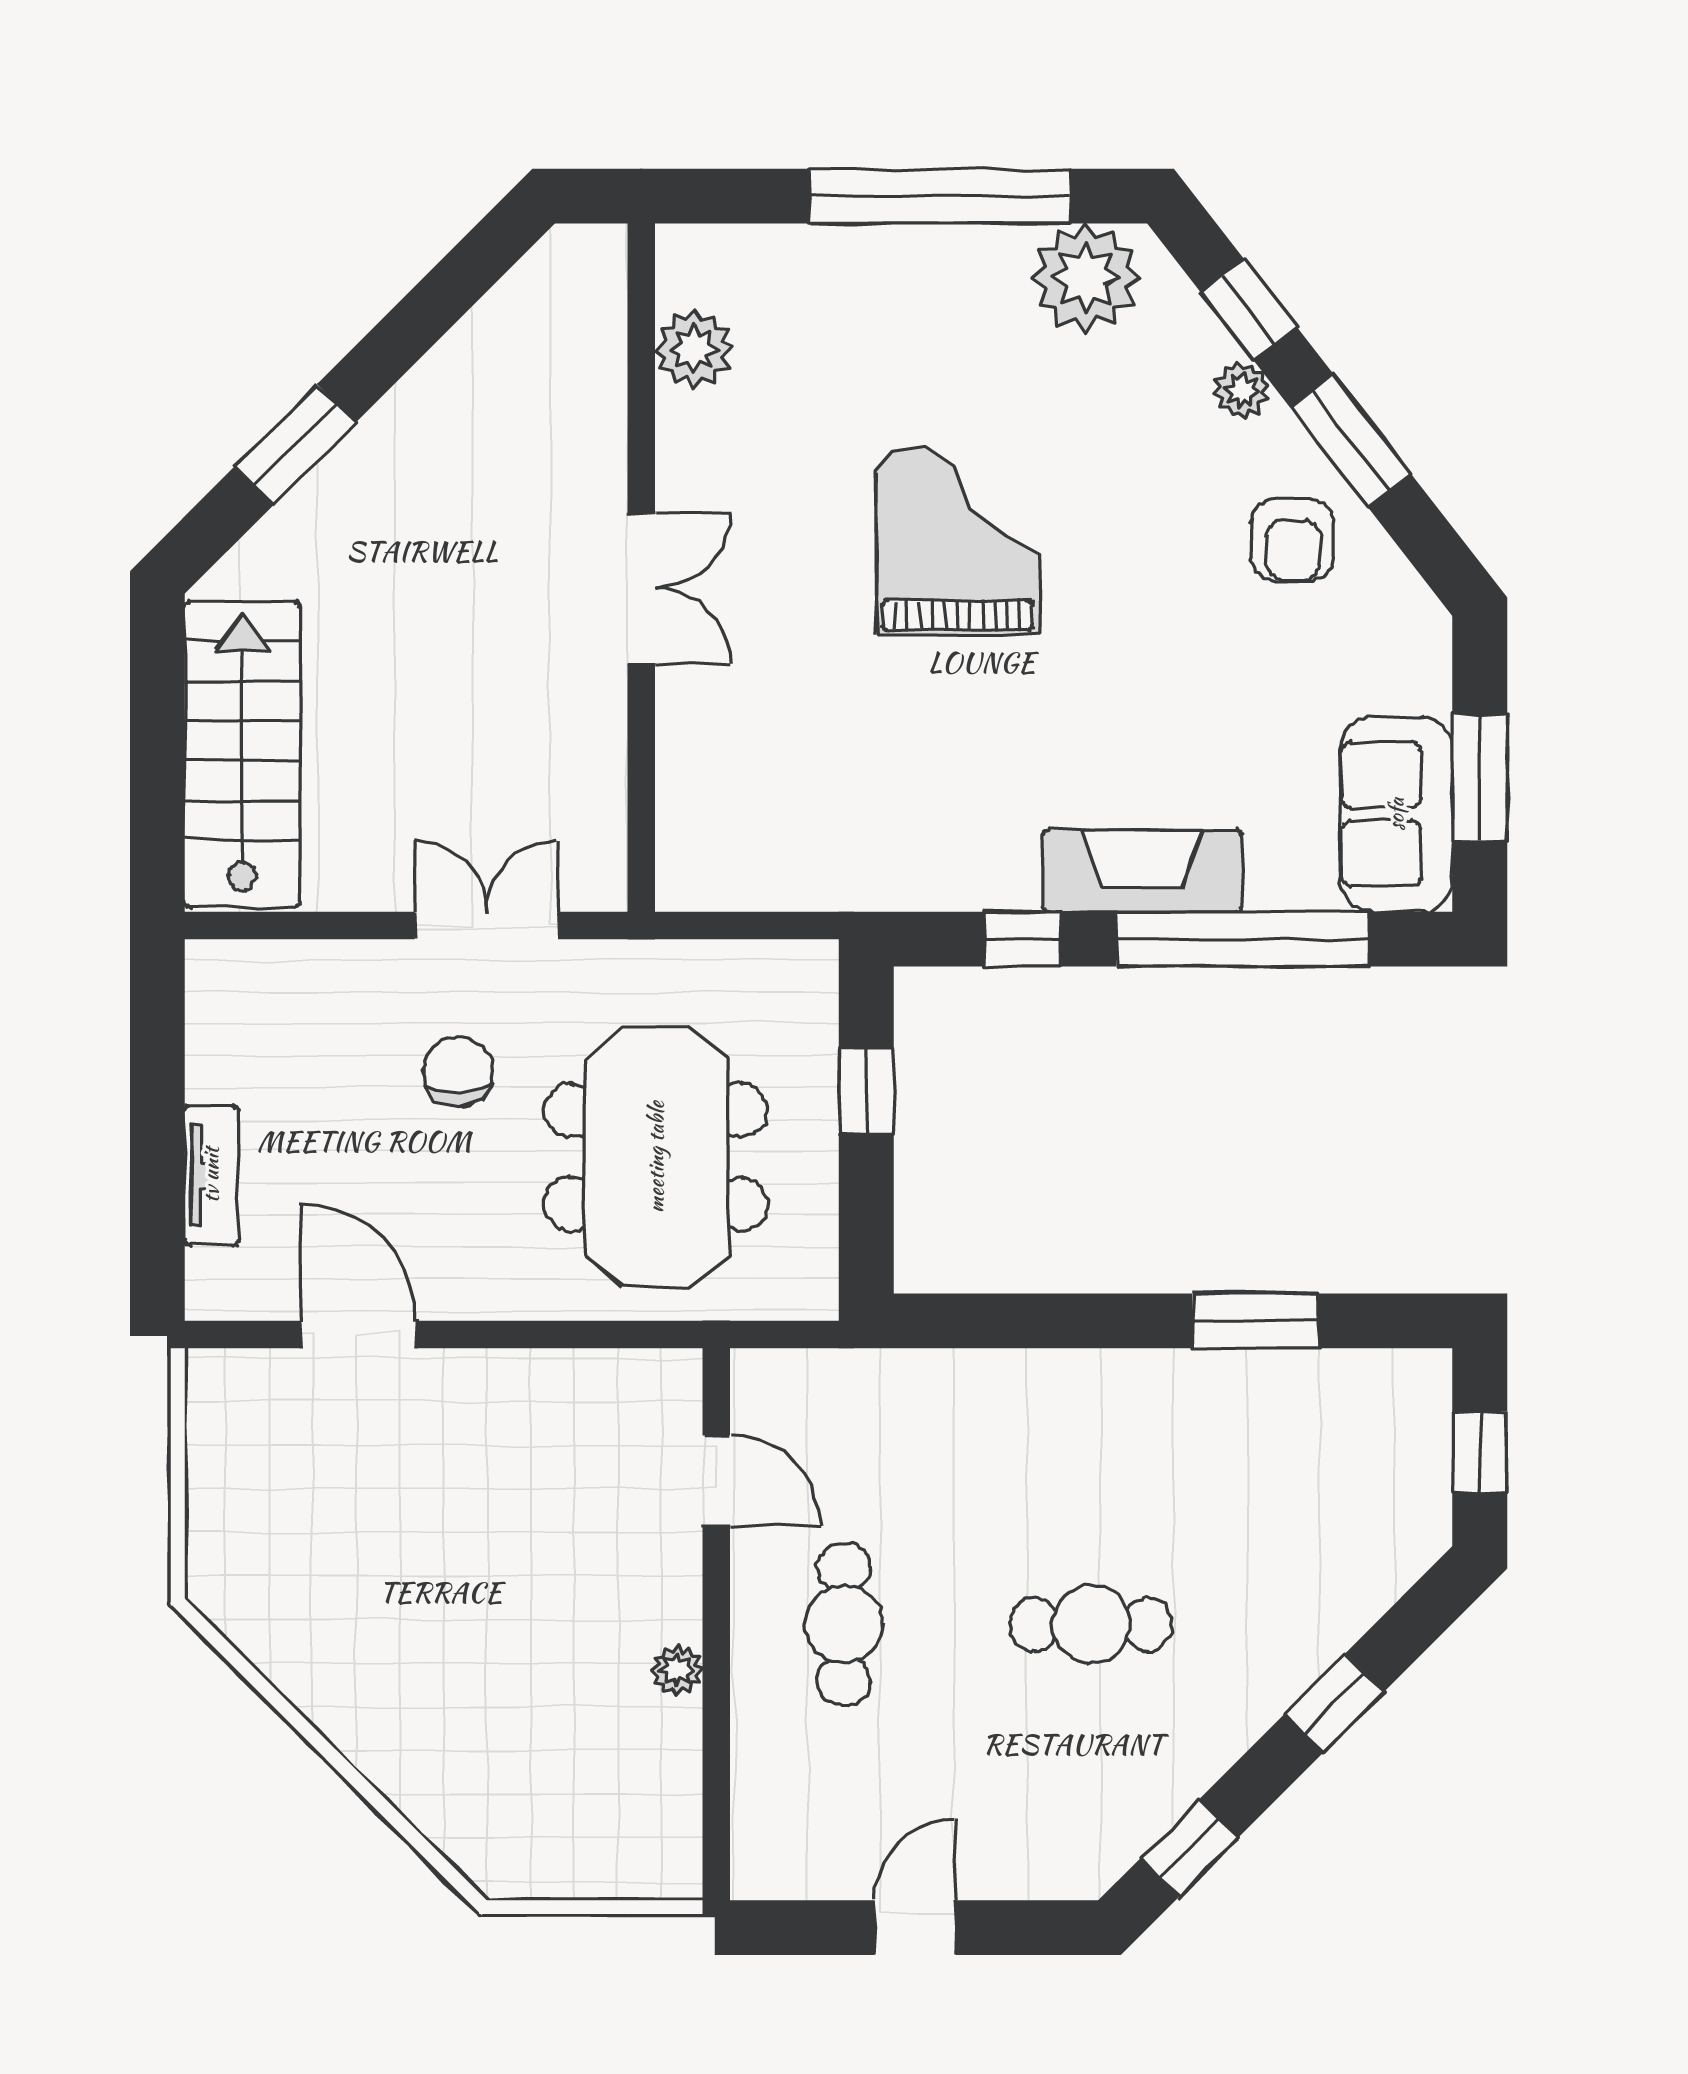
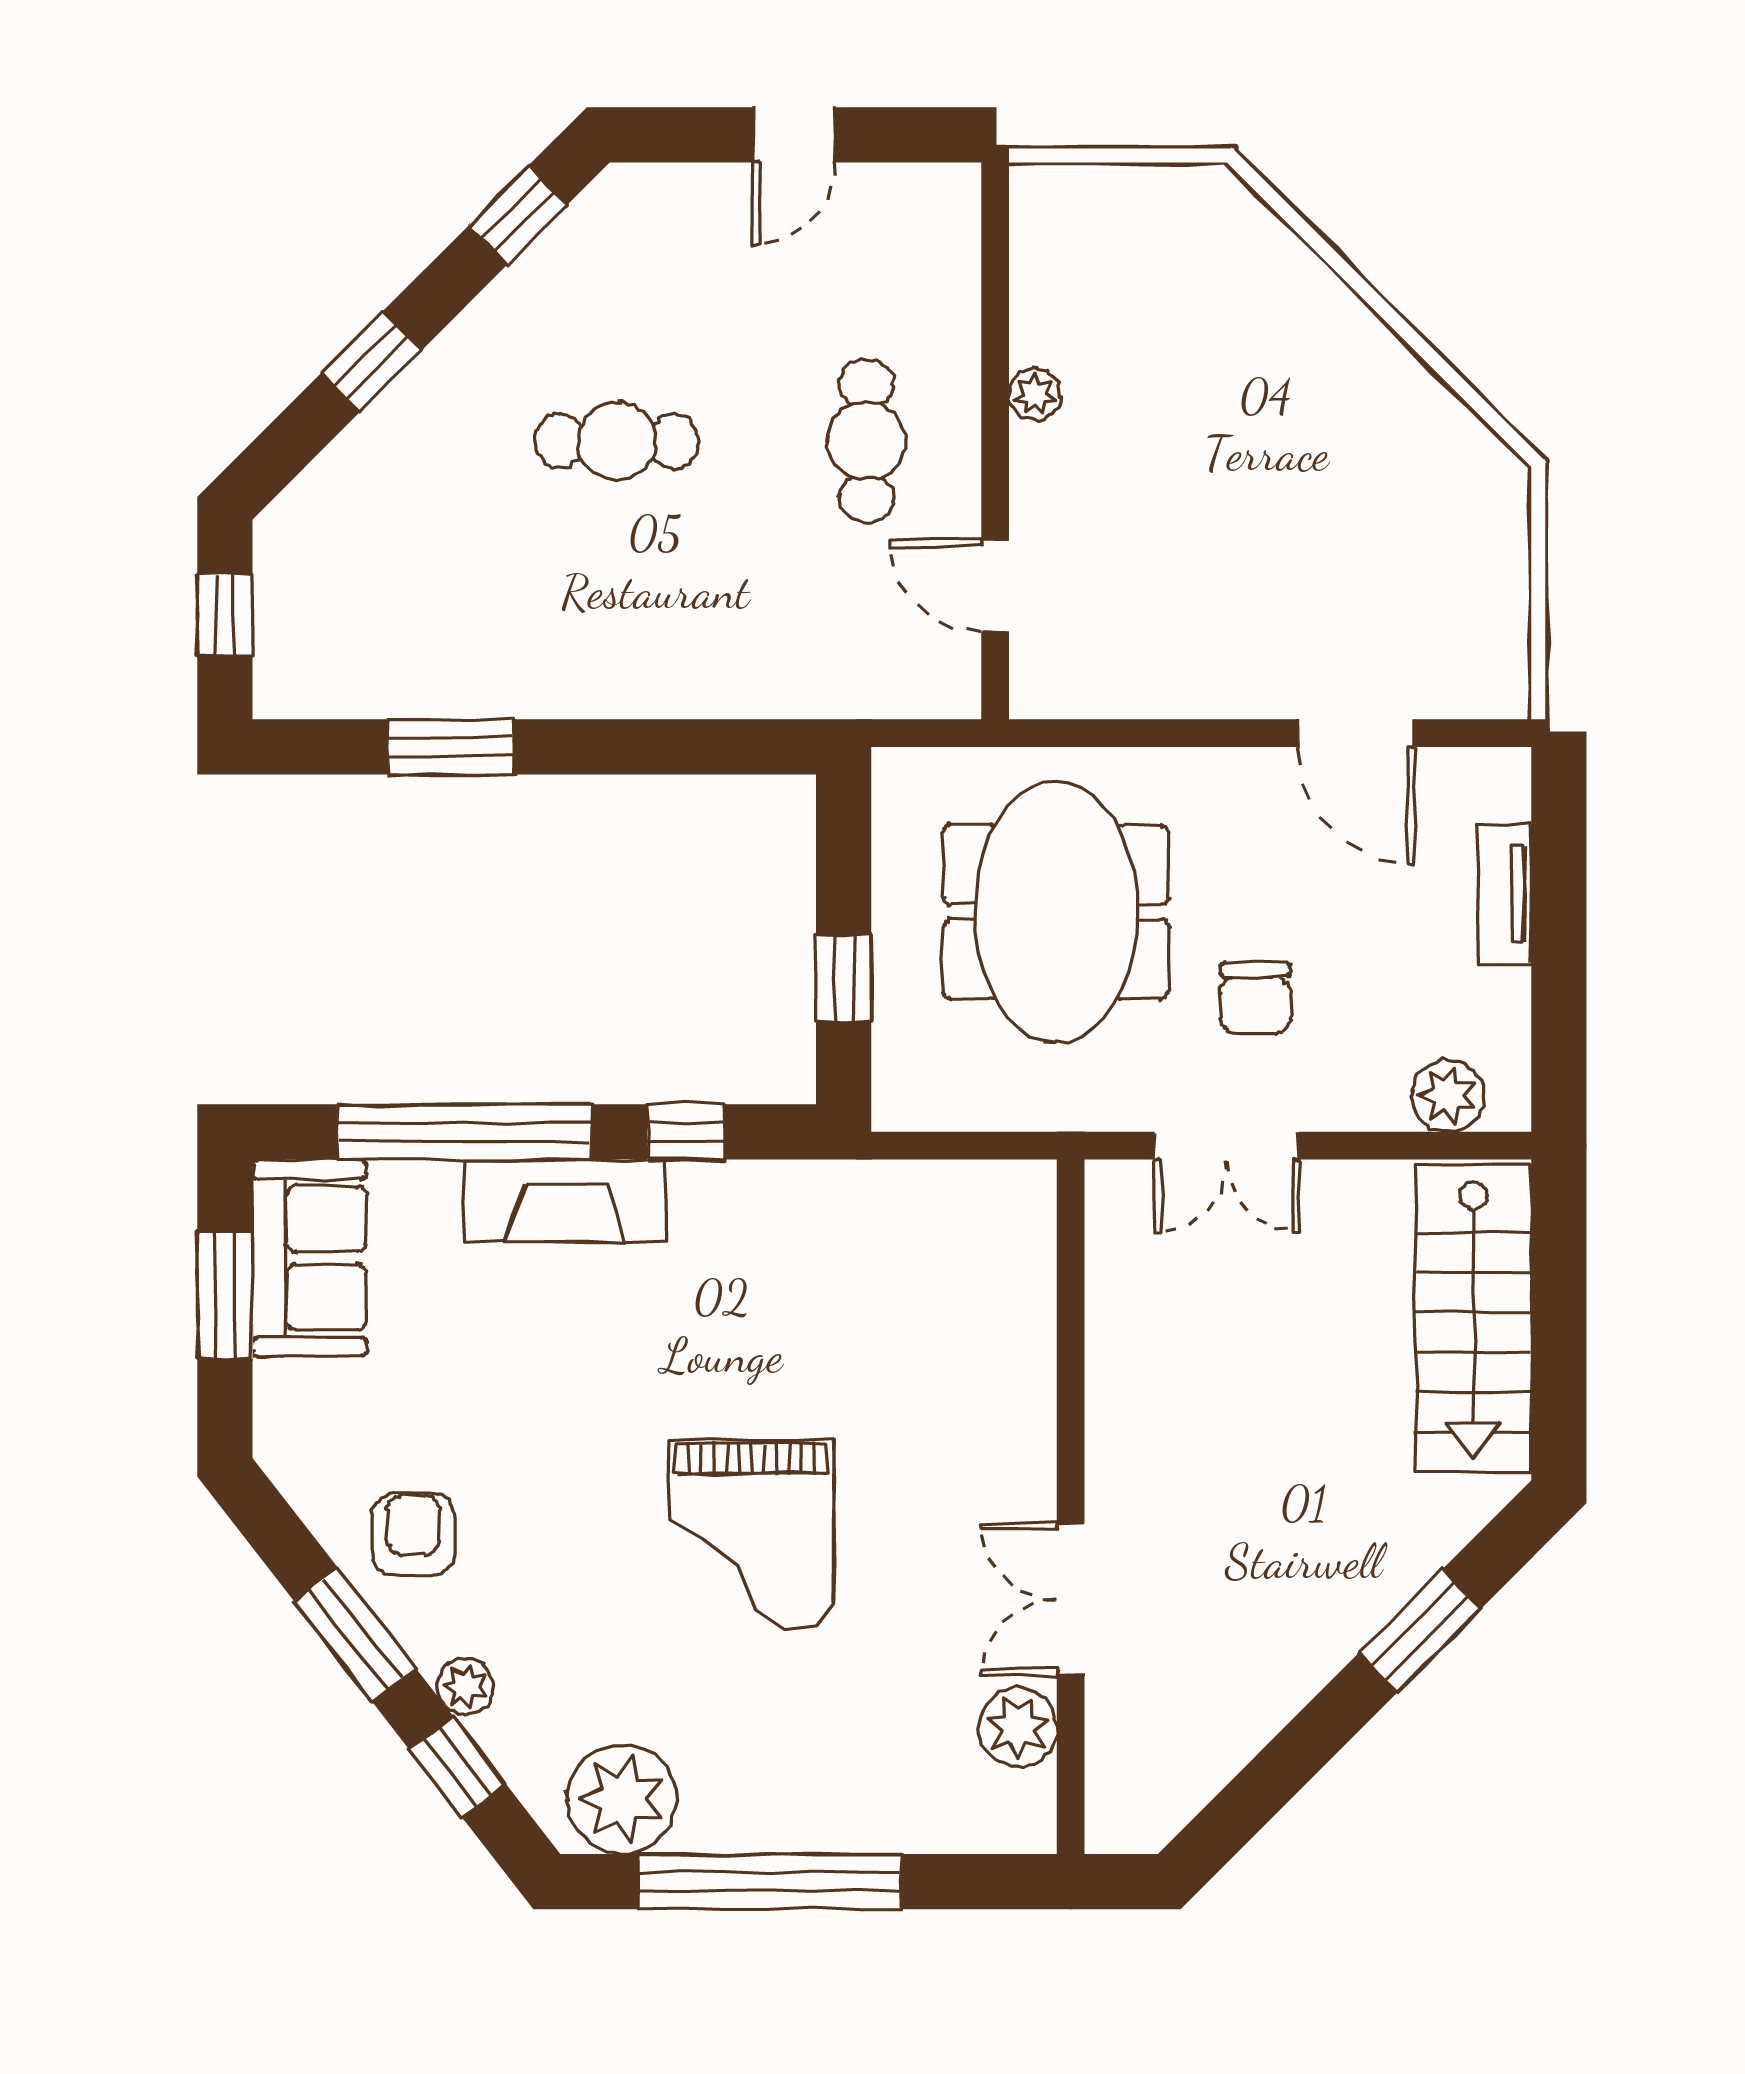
double door: (641, 589) -> (1071, 1600), moved
plant: (267, 975) -> (1448, 1096), added

